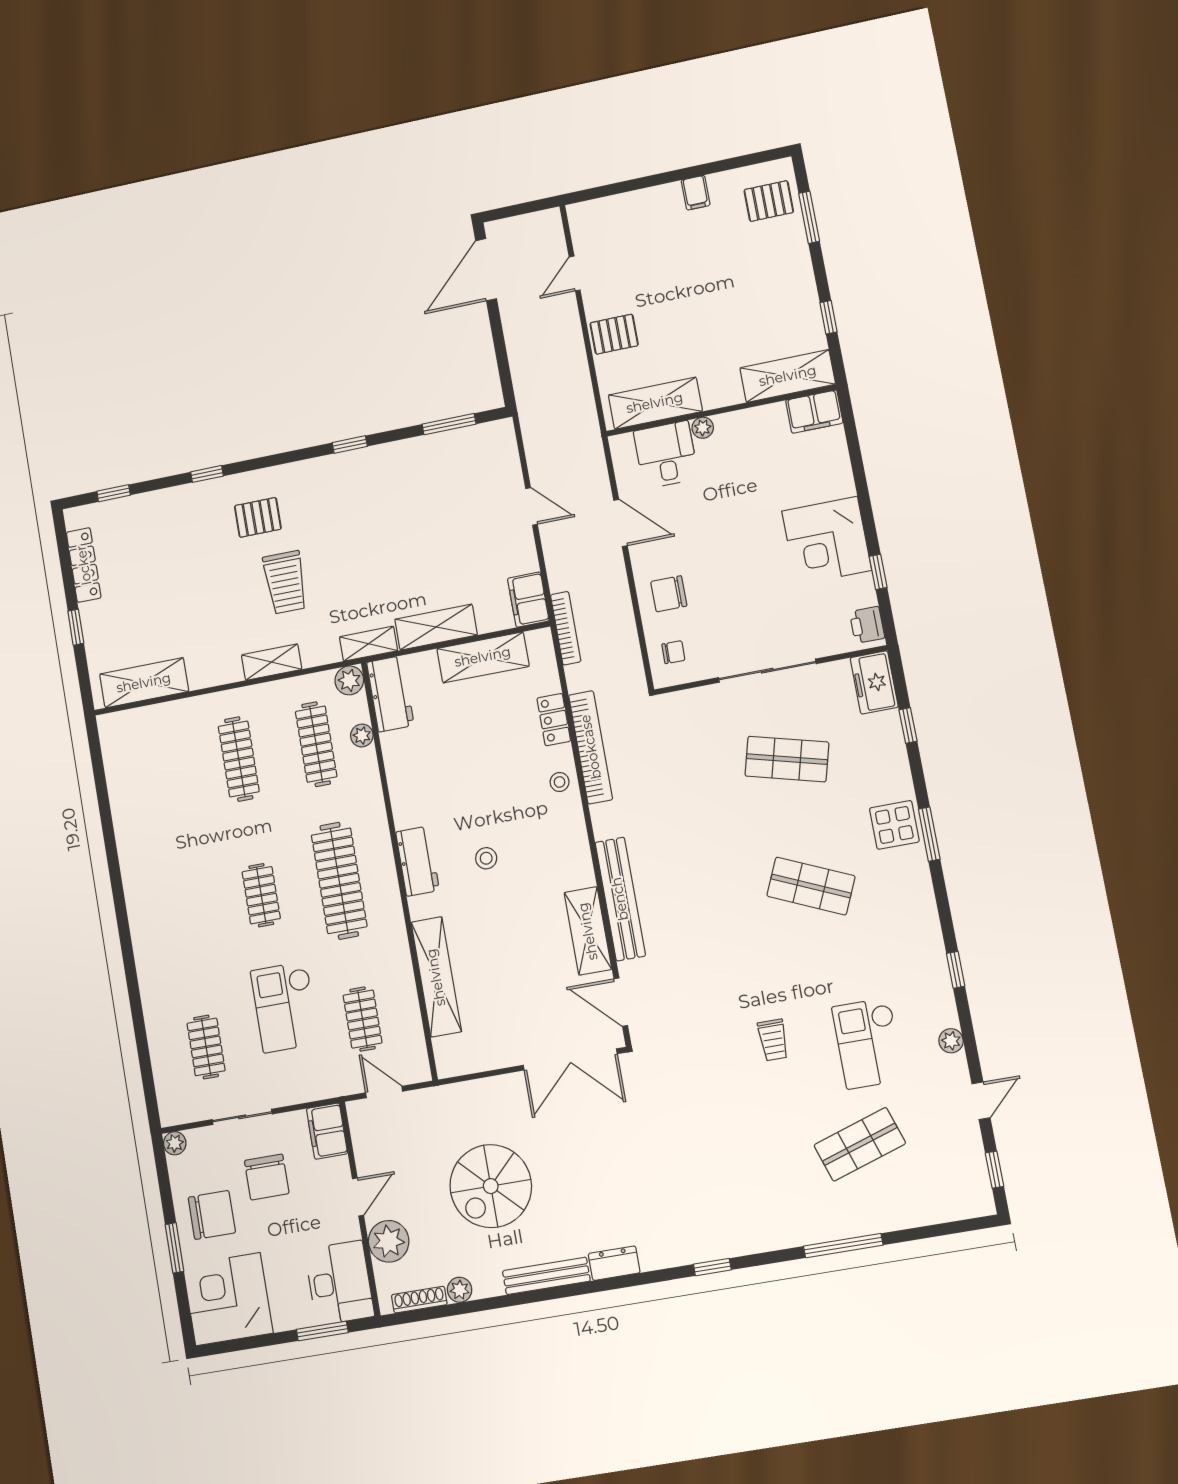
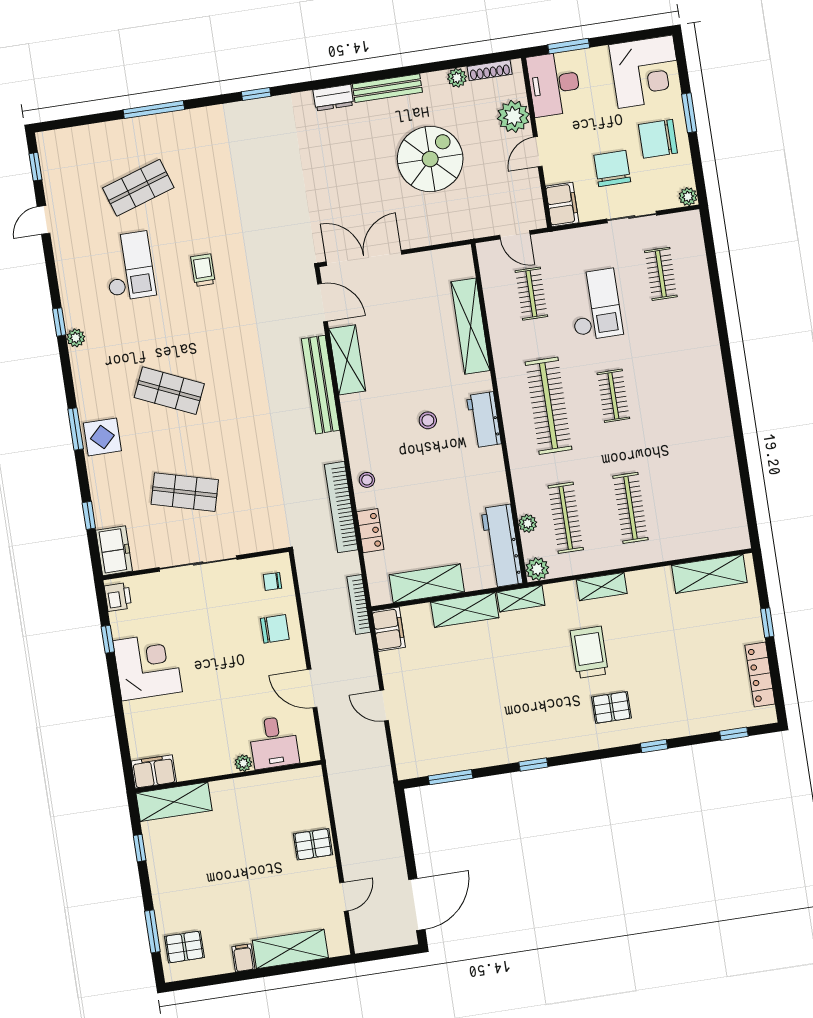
shelving: (655, 403) -> (290, 949), moved
workbench: (390, 694) -> (502, 546), width x1.37
plant: (951, 1041) -> (76, 338), moved

